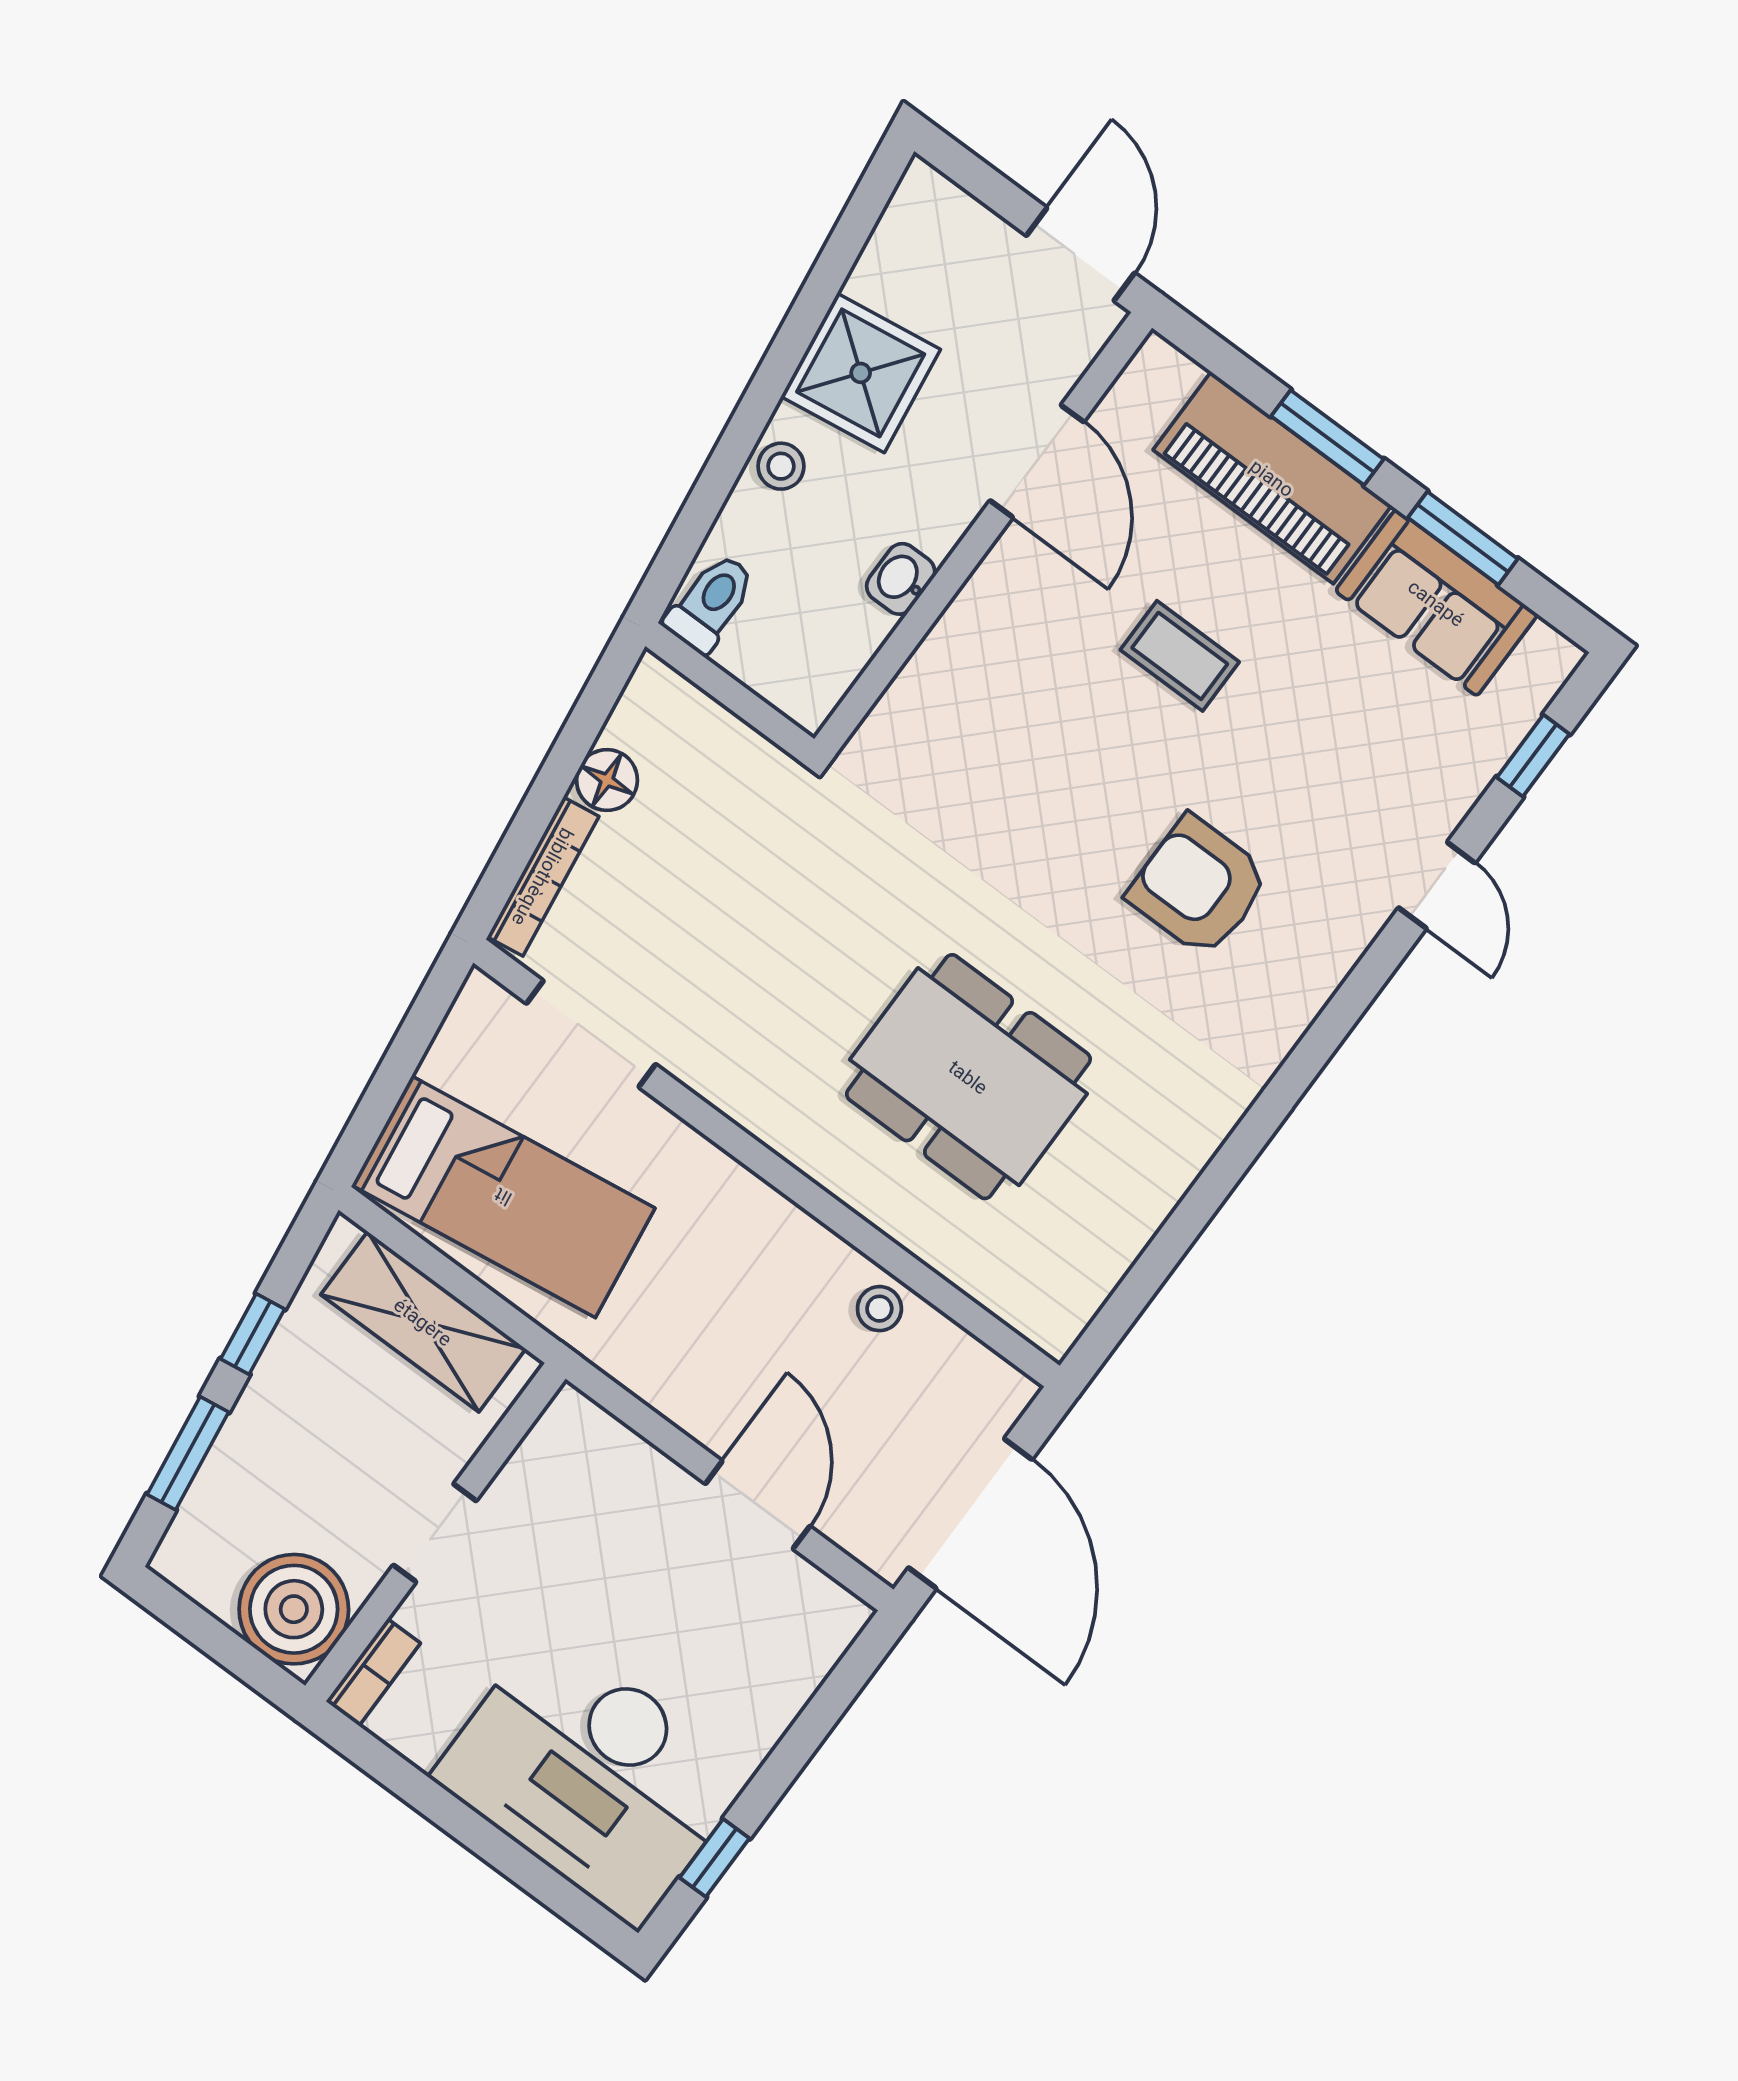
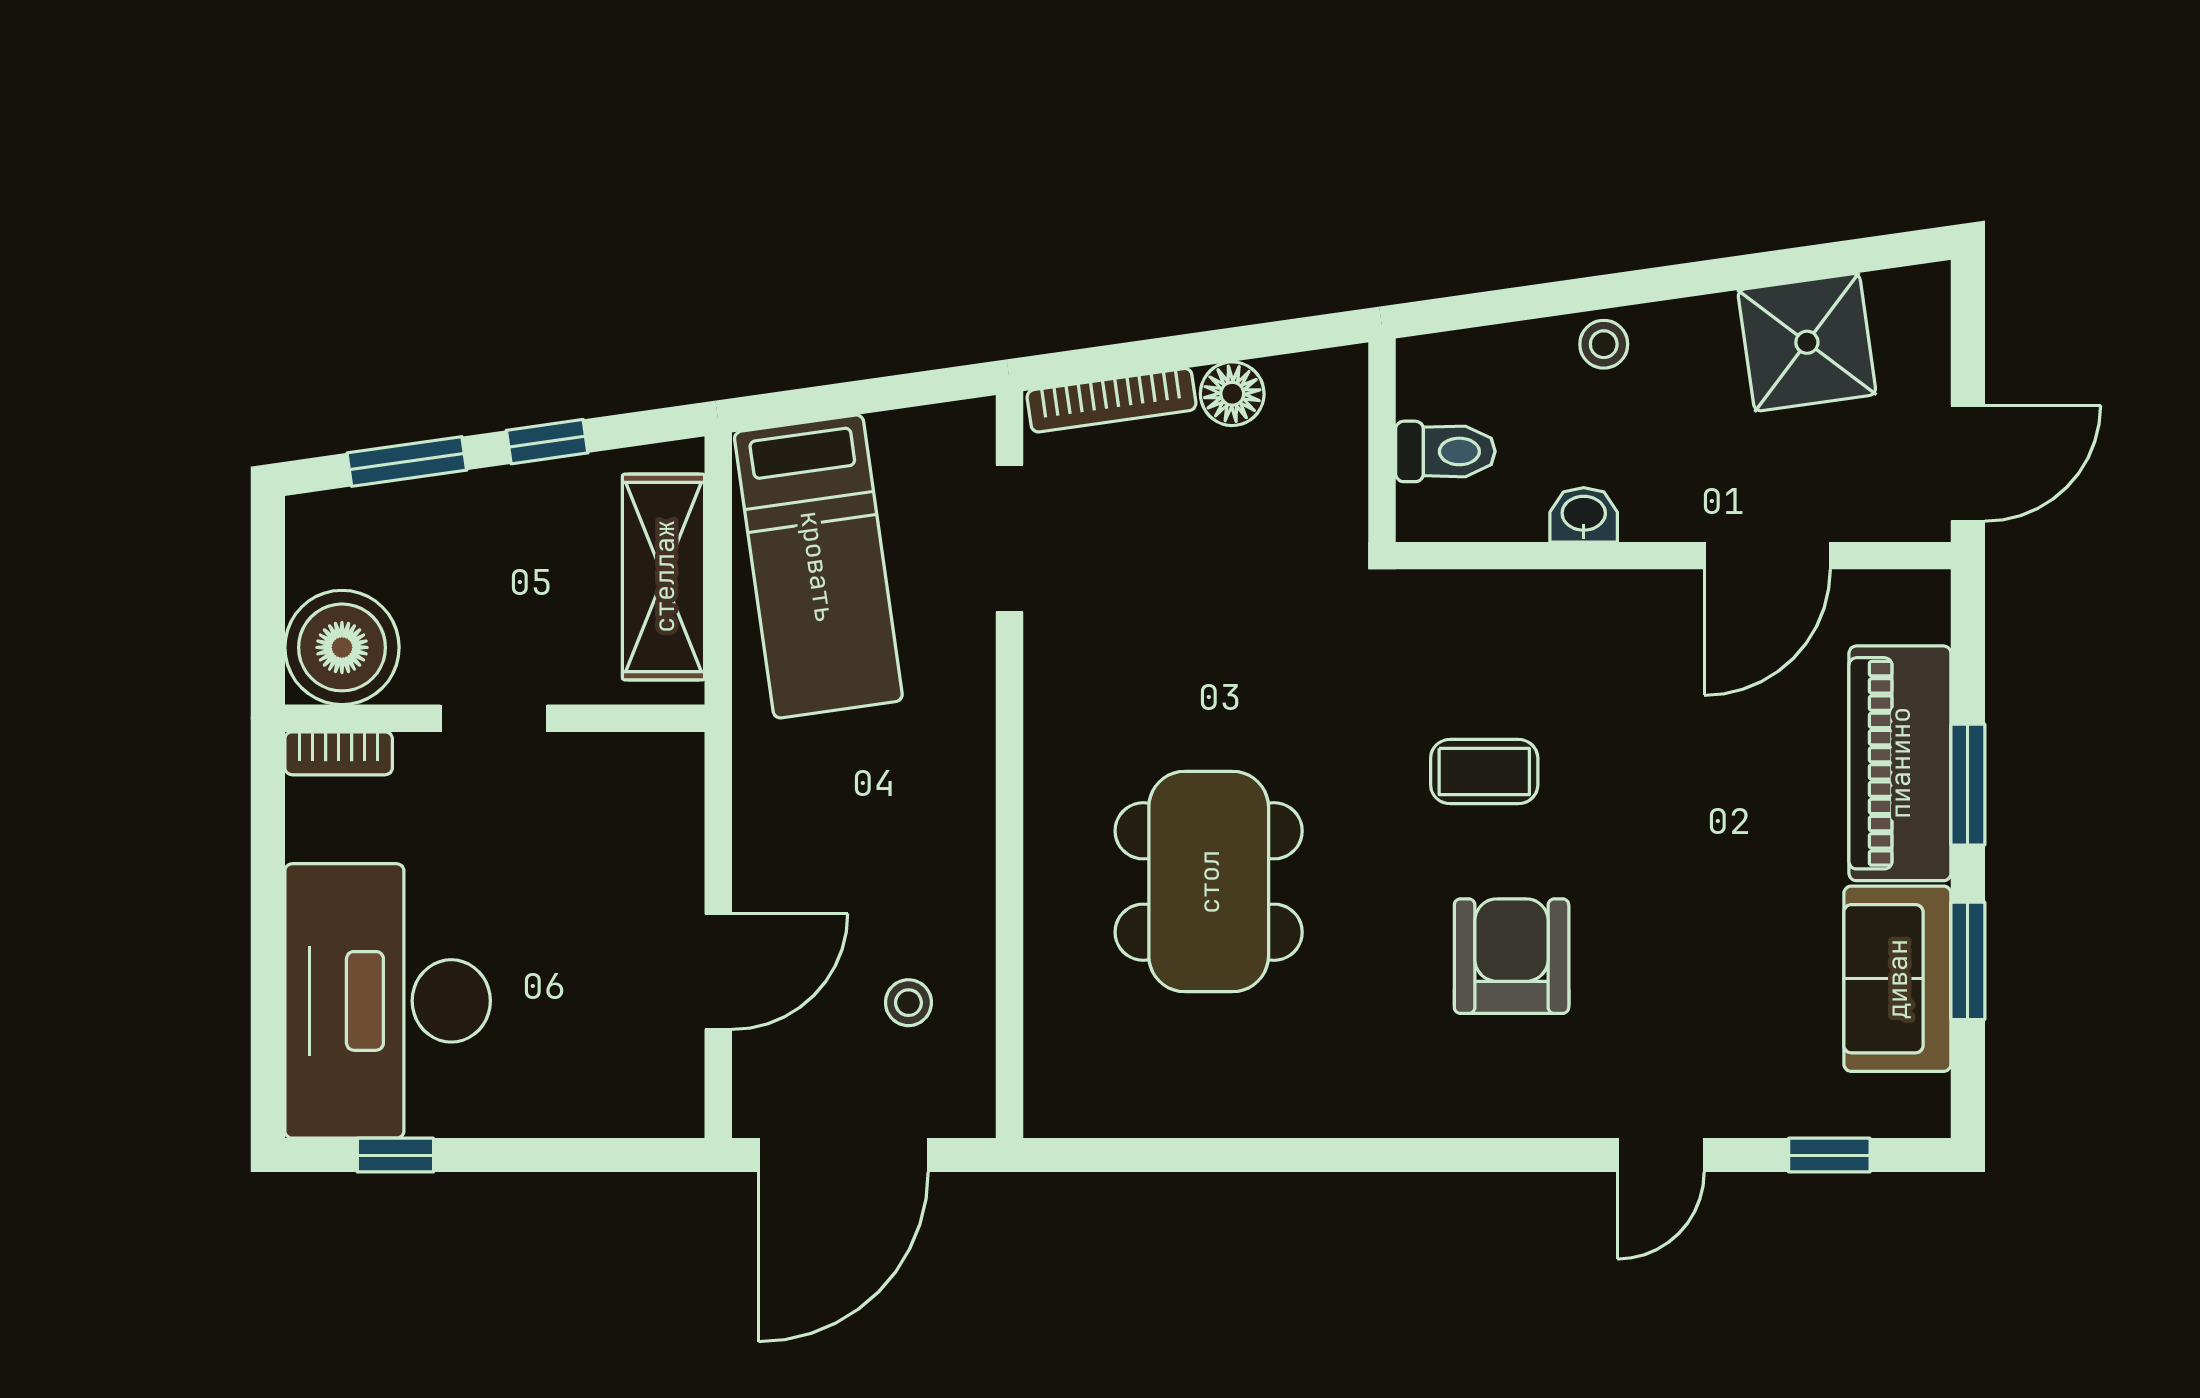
shower: (861, 373) -> (1807, 342), moved
toilet: (711, 603) -> (1445, 451), moved
coffee table: (1180, 656) -> (1484, 772), moved, turned 90
stool: (879, 1309) -> (908, 1003), moved

